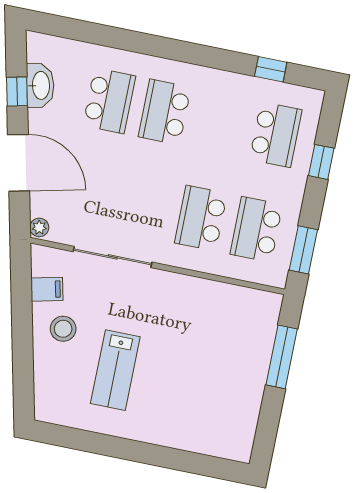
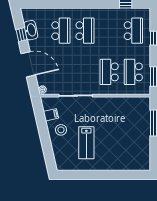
school desk: (165, 112) -> (85, 31), turned 180

